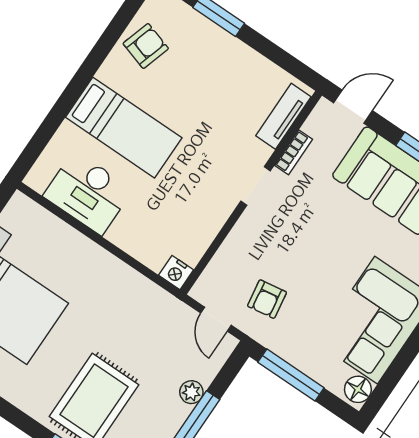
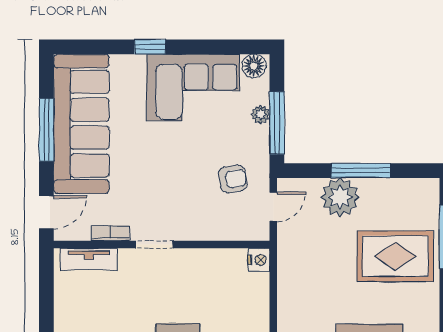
door: (353, 107) -> (46, 212), swing flipped
plant: (309, 365) -> (260, 114), added
plant: (191, 392) -> (340, 197), width x1.87, depth x1.87

